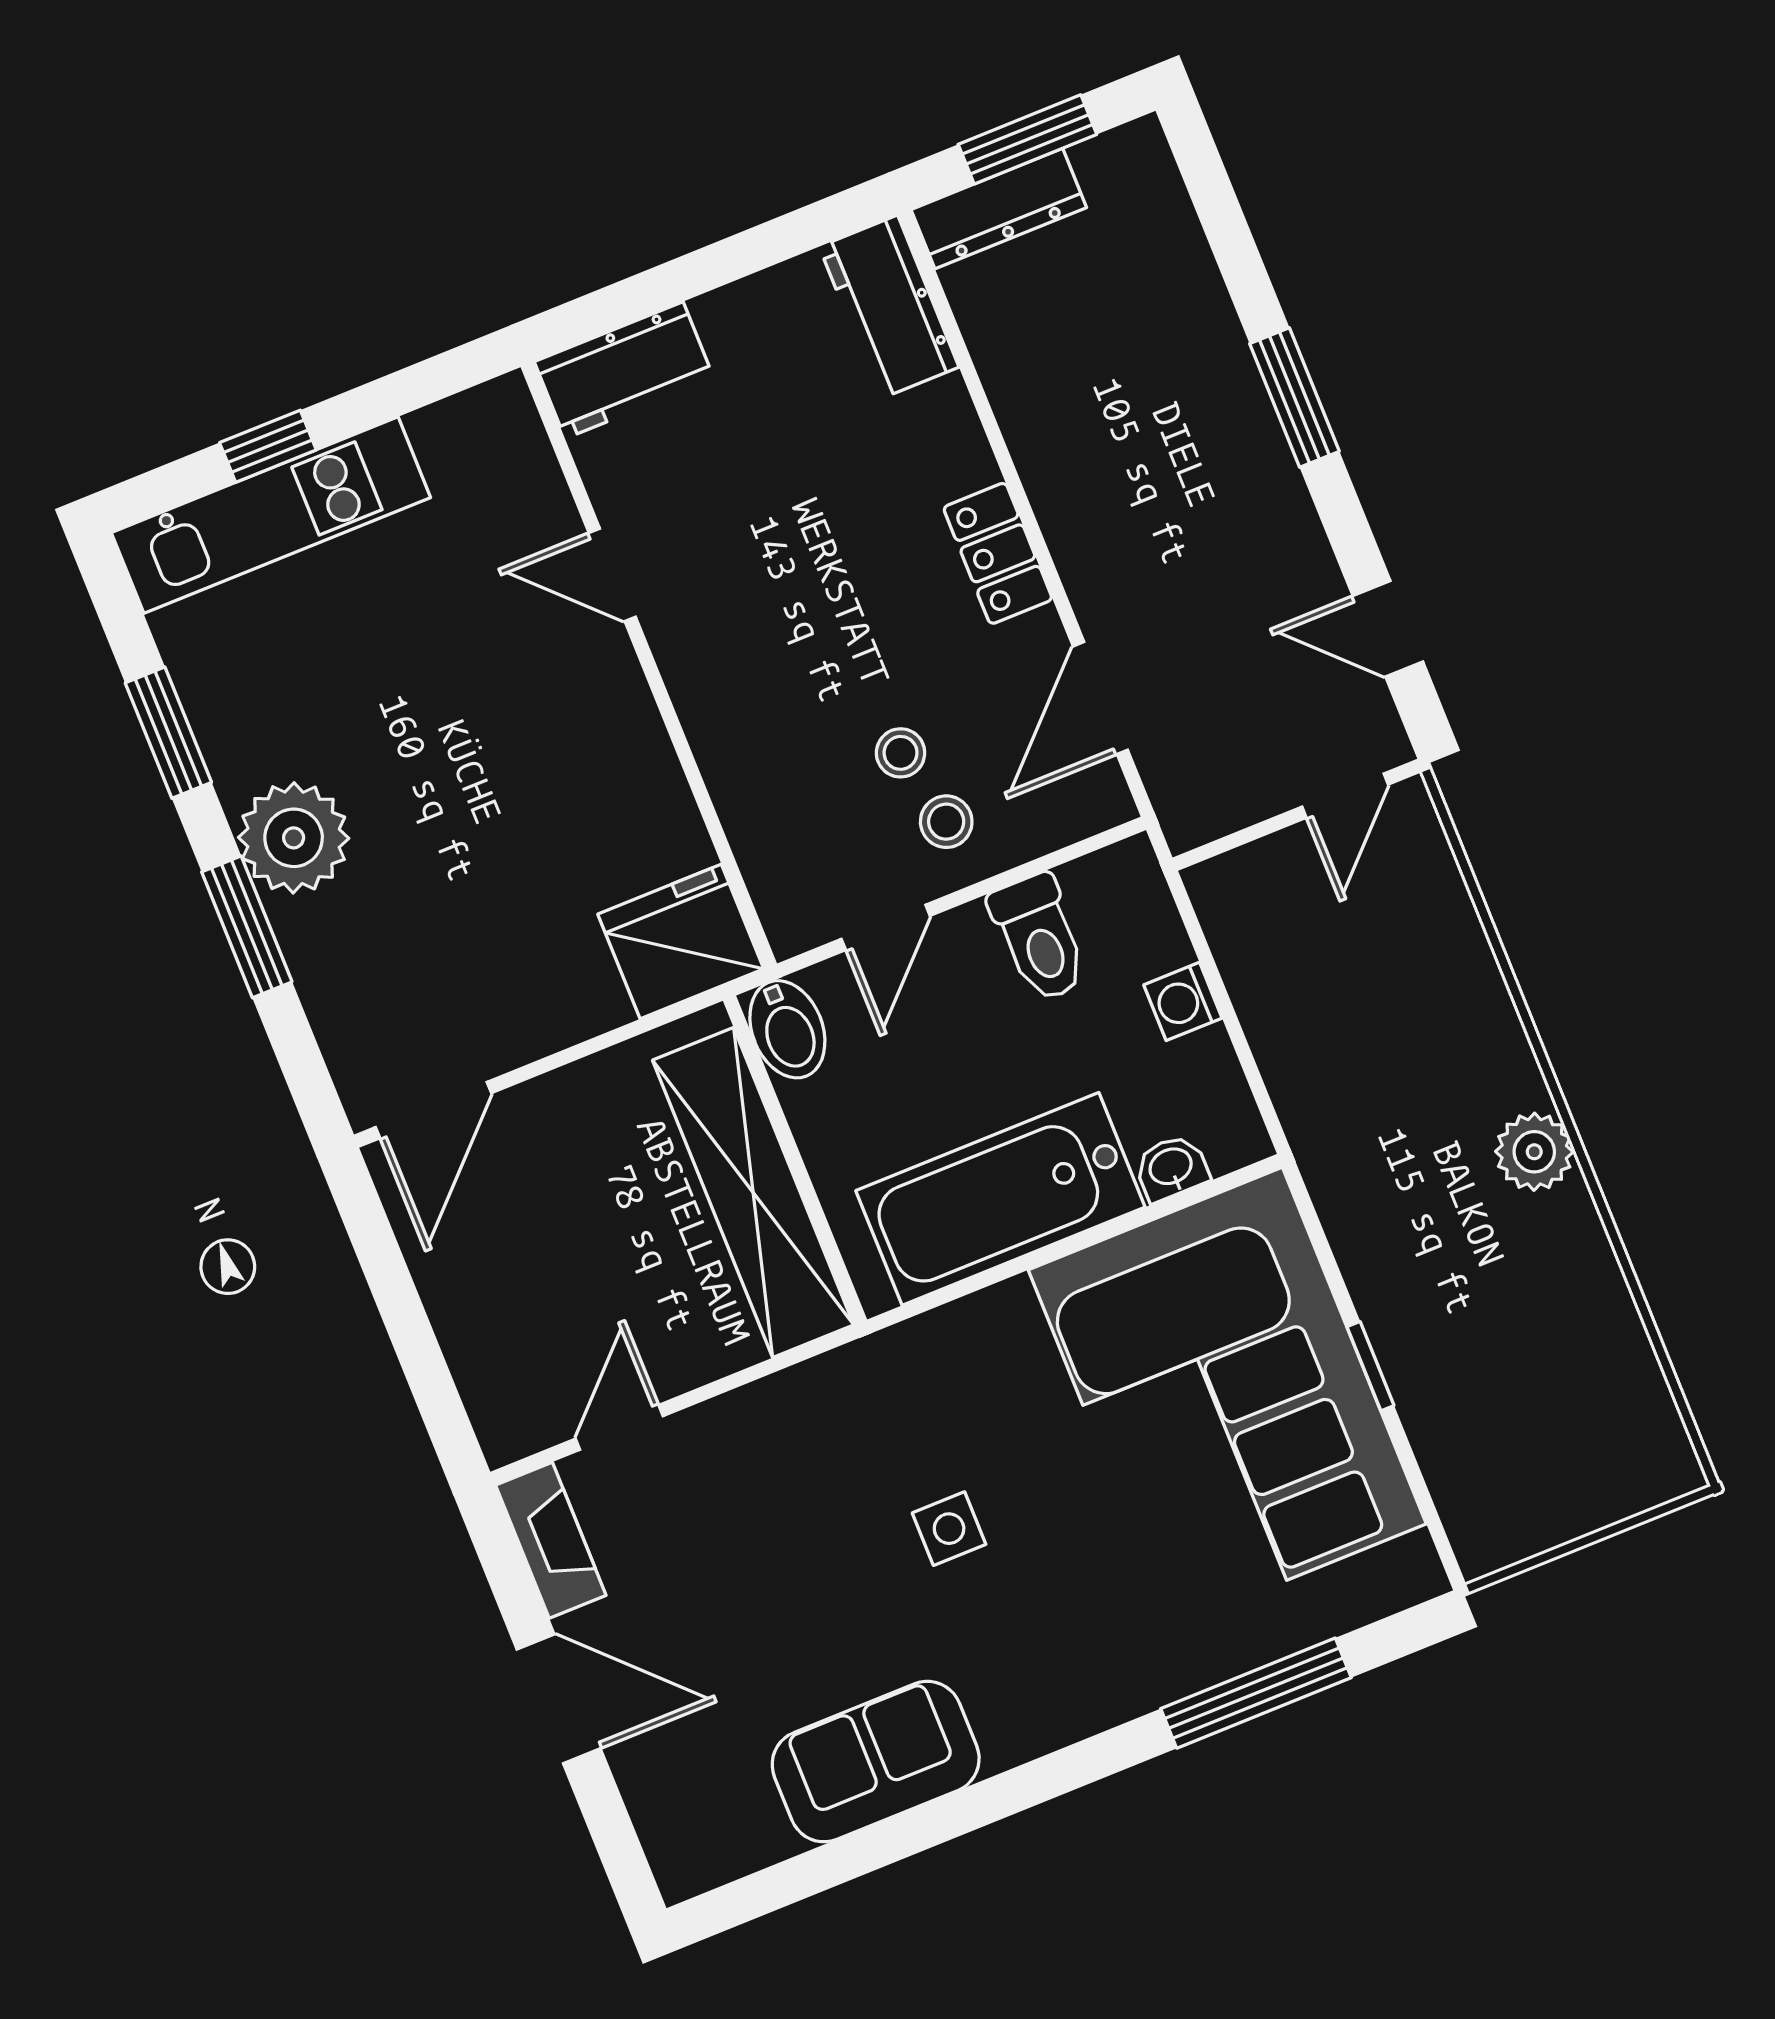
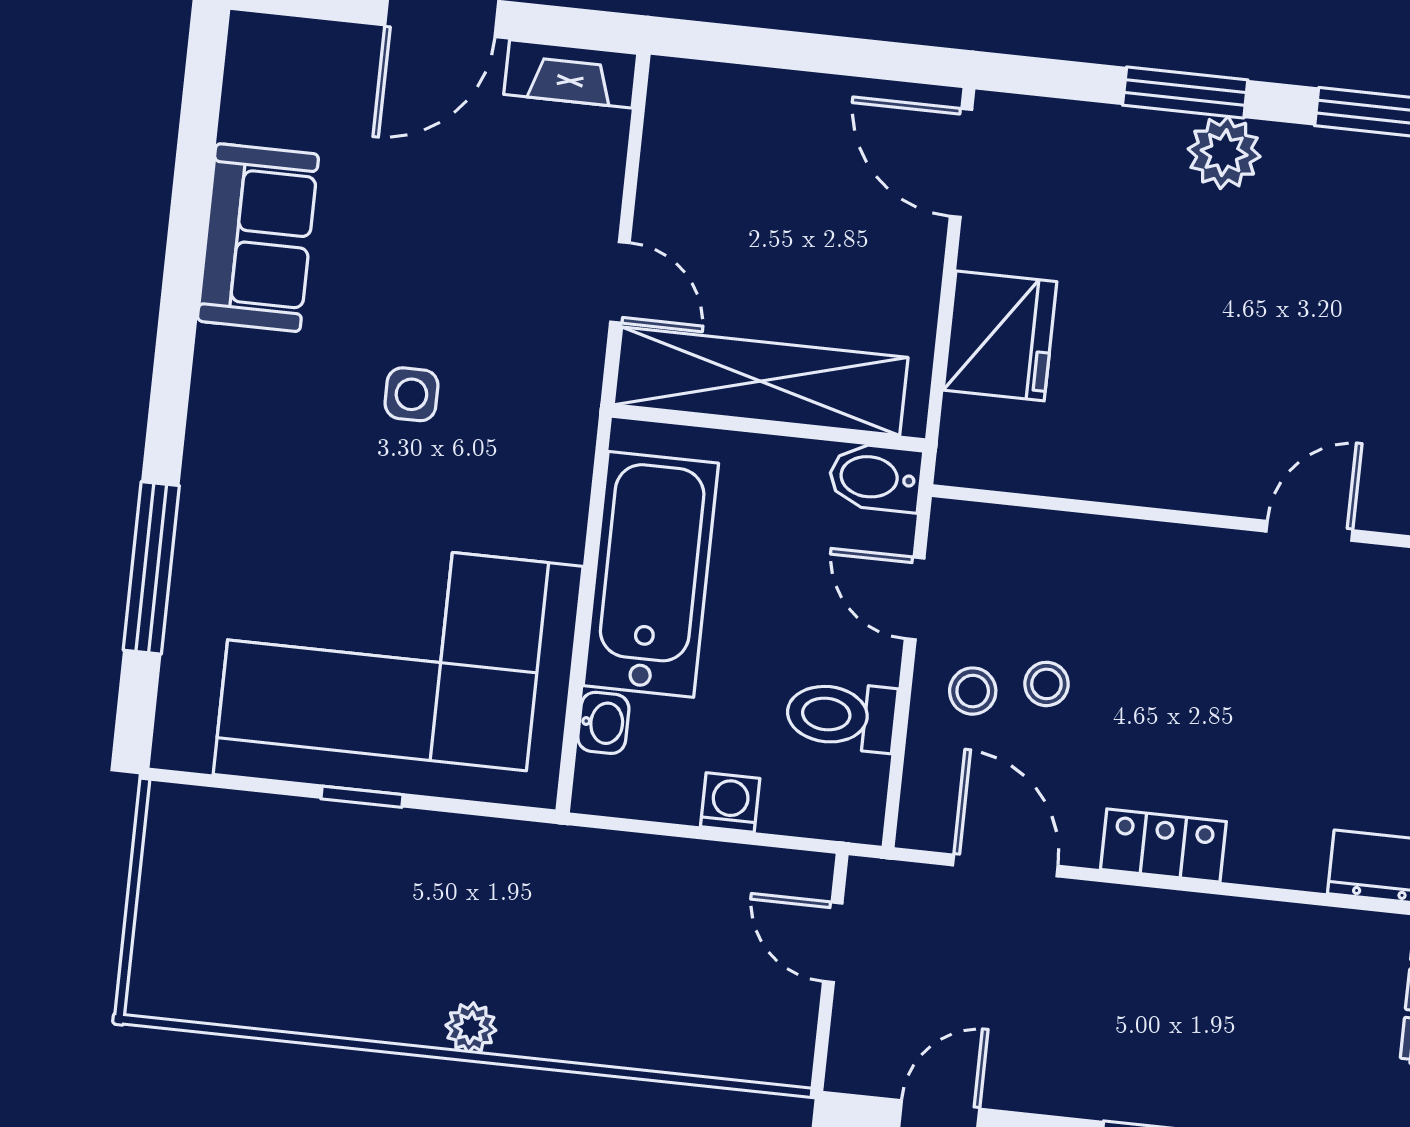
door: (1345, 796) -> (833, 942), moved
plant: (294, 838) -> (1224, 153), width x0.73, depth x0.73
fridge: (681, 942) -> (1000, 336), moved
plant: (1534, 1152) -> (471, 1028), width x0.73, depth x0.73
door: (619, 1427) -> (620, 282), moved

